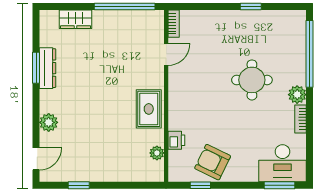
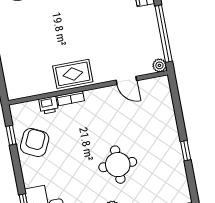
bookcase: (174, 24) -> (71, 98), moved
plant: (157, 153) -> (159, 65), moved

